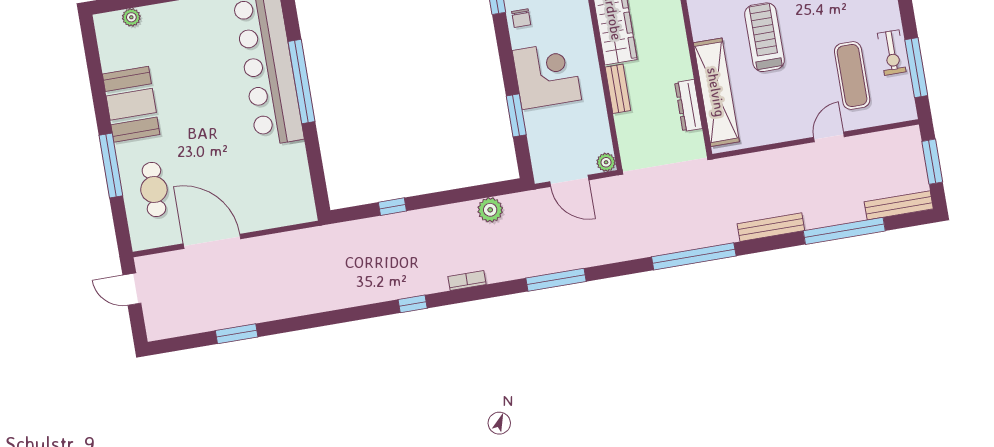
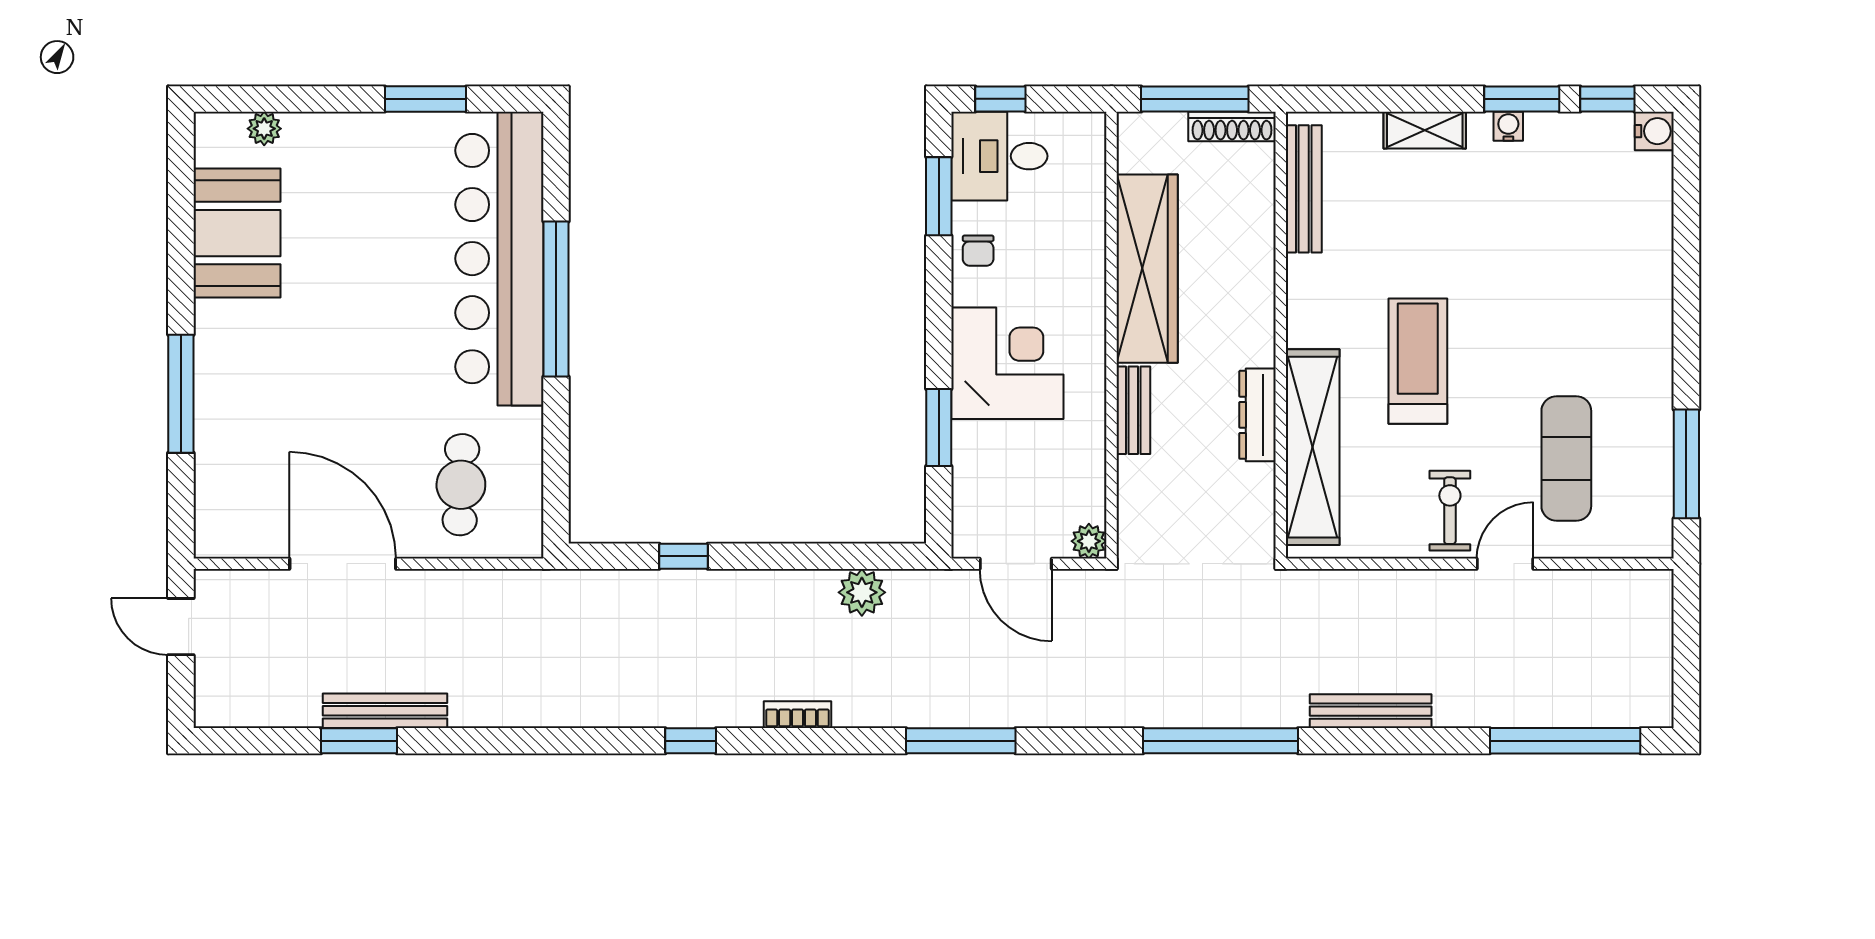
exercise bike: (892, 53) -> (1450, 511), moved, turned 180
booth: (131, 104) -> (237, 233), moved
dresser: (689, 105) -> (1257, 415), moved
window: (932, 162) -> (1686, 641), removed
cafe table: (154, 190) -> (461, 485), moved
bench: (899, 205) -> (385, 711), moved
window: (844, 231) -> (1565, 741), moved

